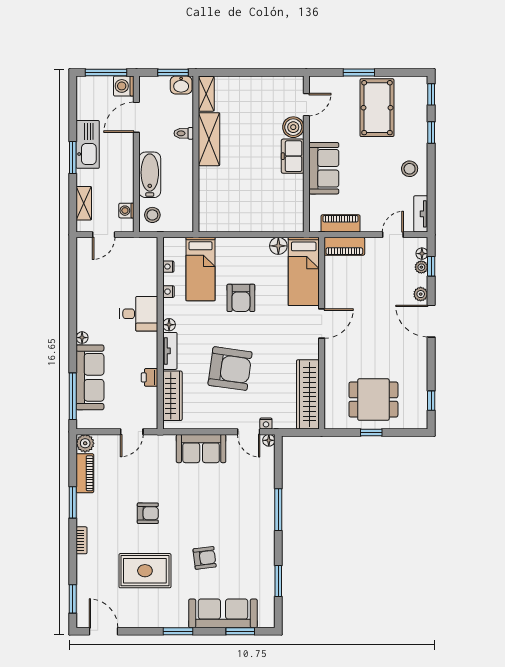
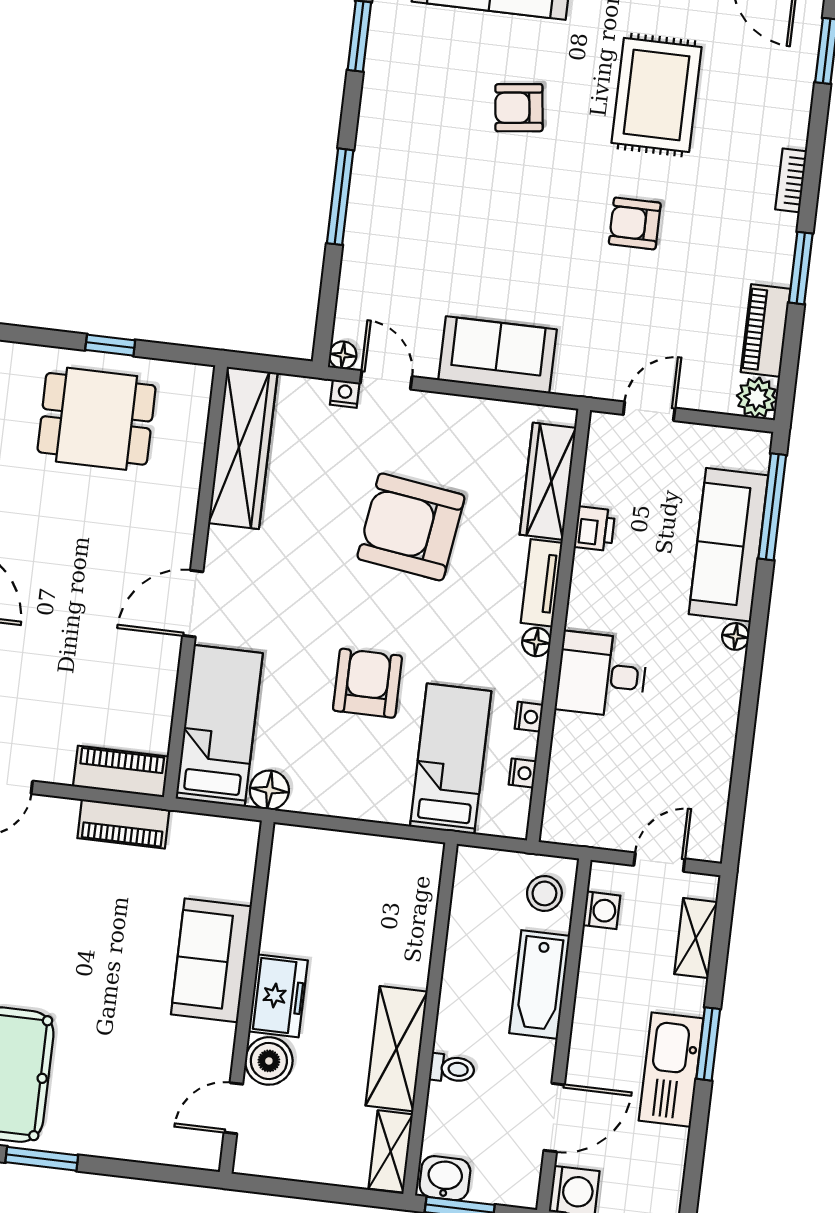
door: (306, 105) -> (233, 1108), moved
boiler: (293, 127) -> (269, 1061), moved
wall: (306, 154) -> (247, 997), moved
freezer: (293, 156) -> (278, 996), moved
sofa: (324, 168) -> (211, 960), moved
rug: (145, 571) -> (656, 95), turned 90

